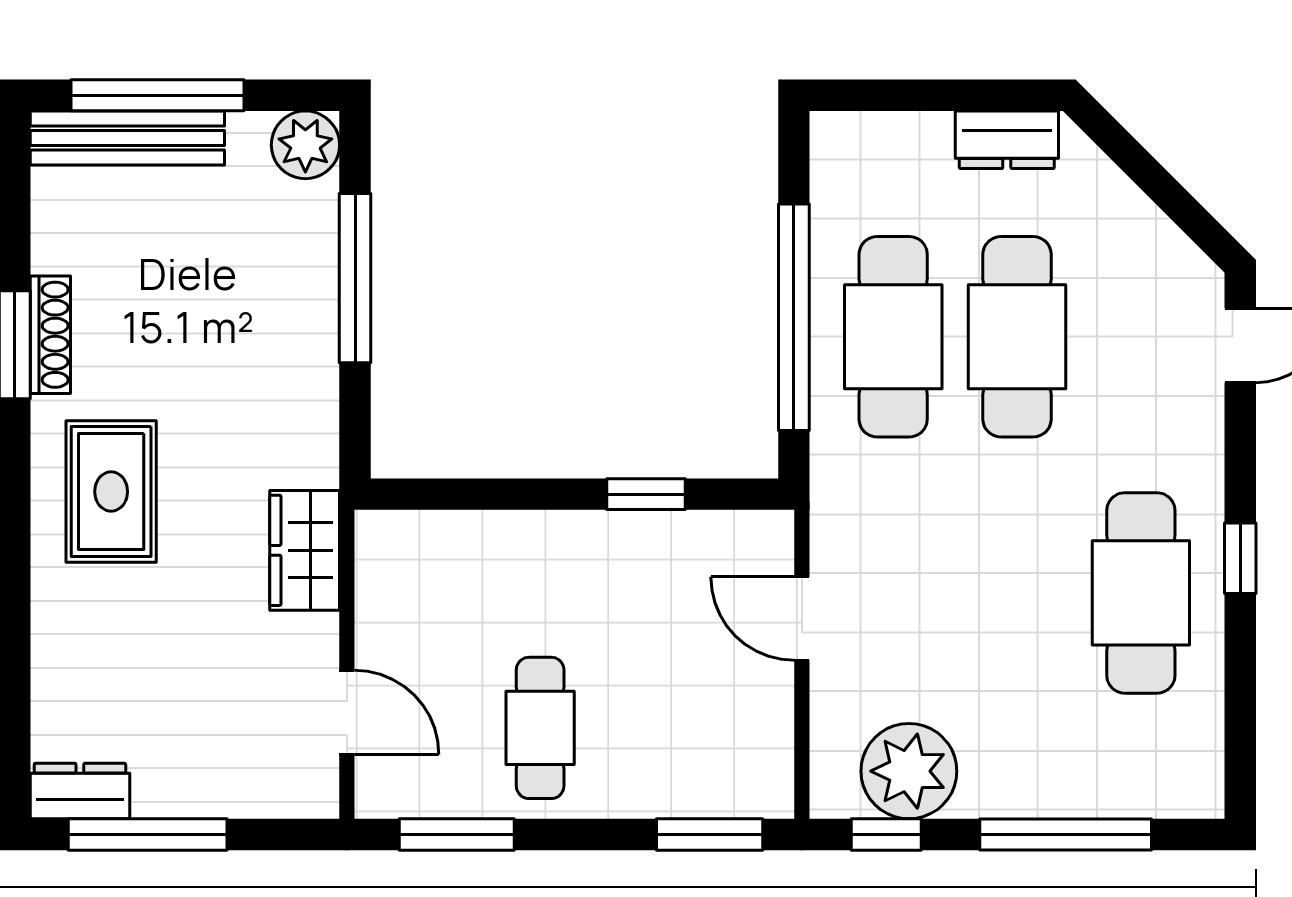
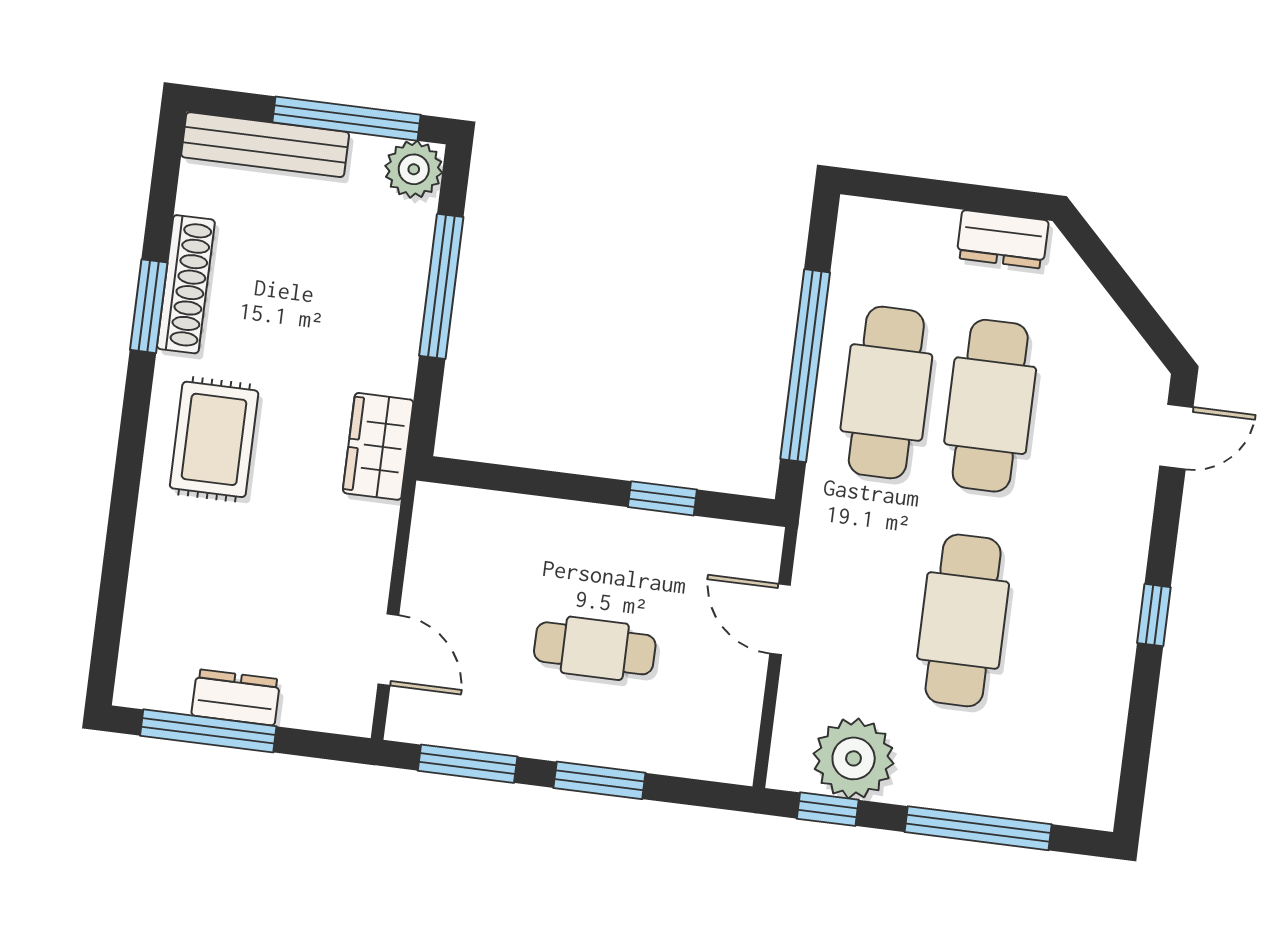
window: (158, 95) -> (347, 119), moved
shoe rack: (50, 335) -> (186, 284), width x1.36, depth x1.24
wardrobe: (305, 550) -> (378, 446), moved
cafe table: (1141, 593) -> (963, 620), moved
cafe table: (540, 728) -> (595, 648), moved, turned 90
dresser: (80, 791) -> (236, 697), moved
window: (710, 834) -> (599, 780), moved

